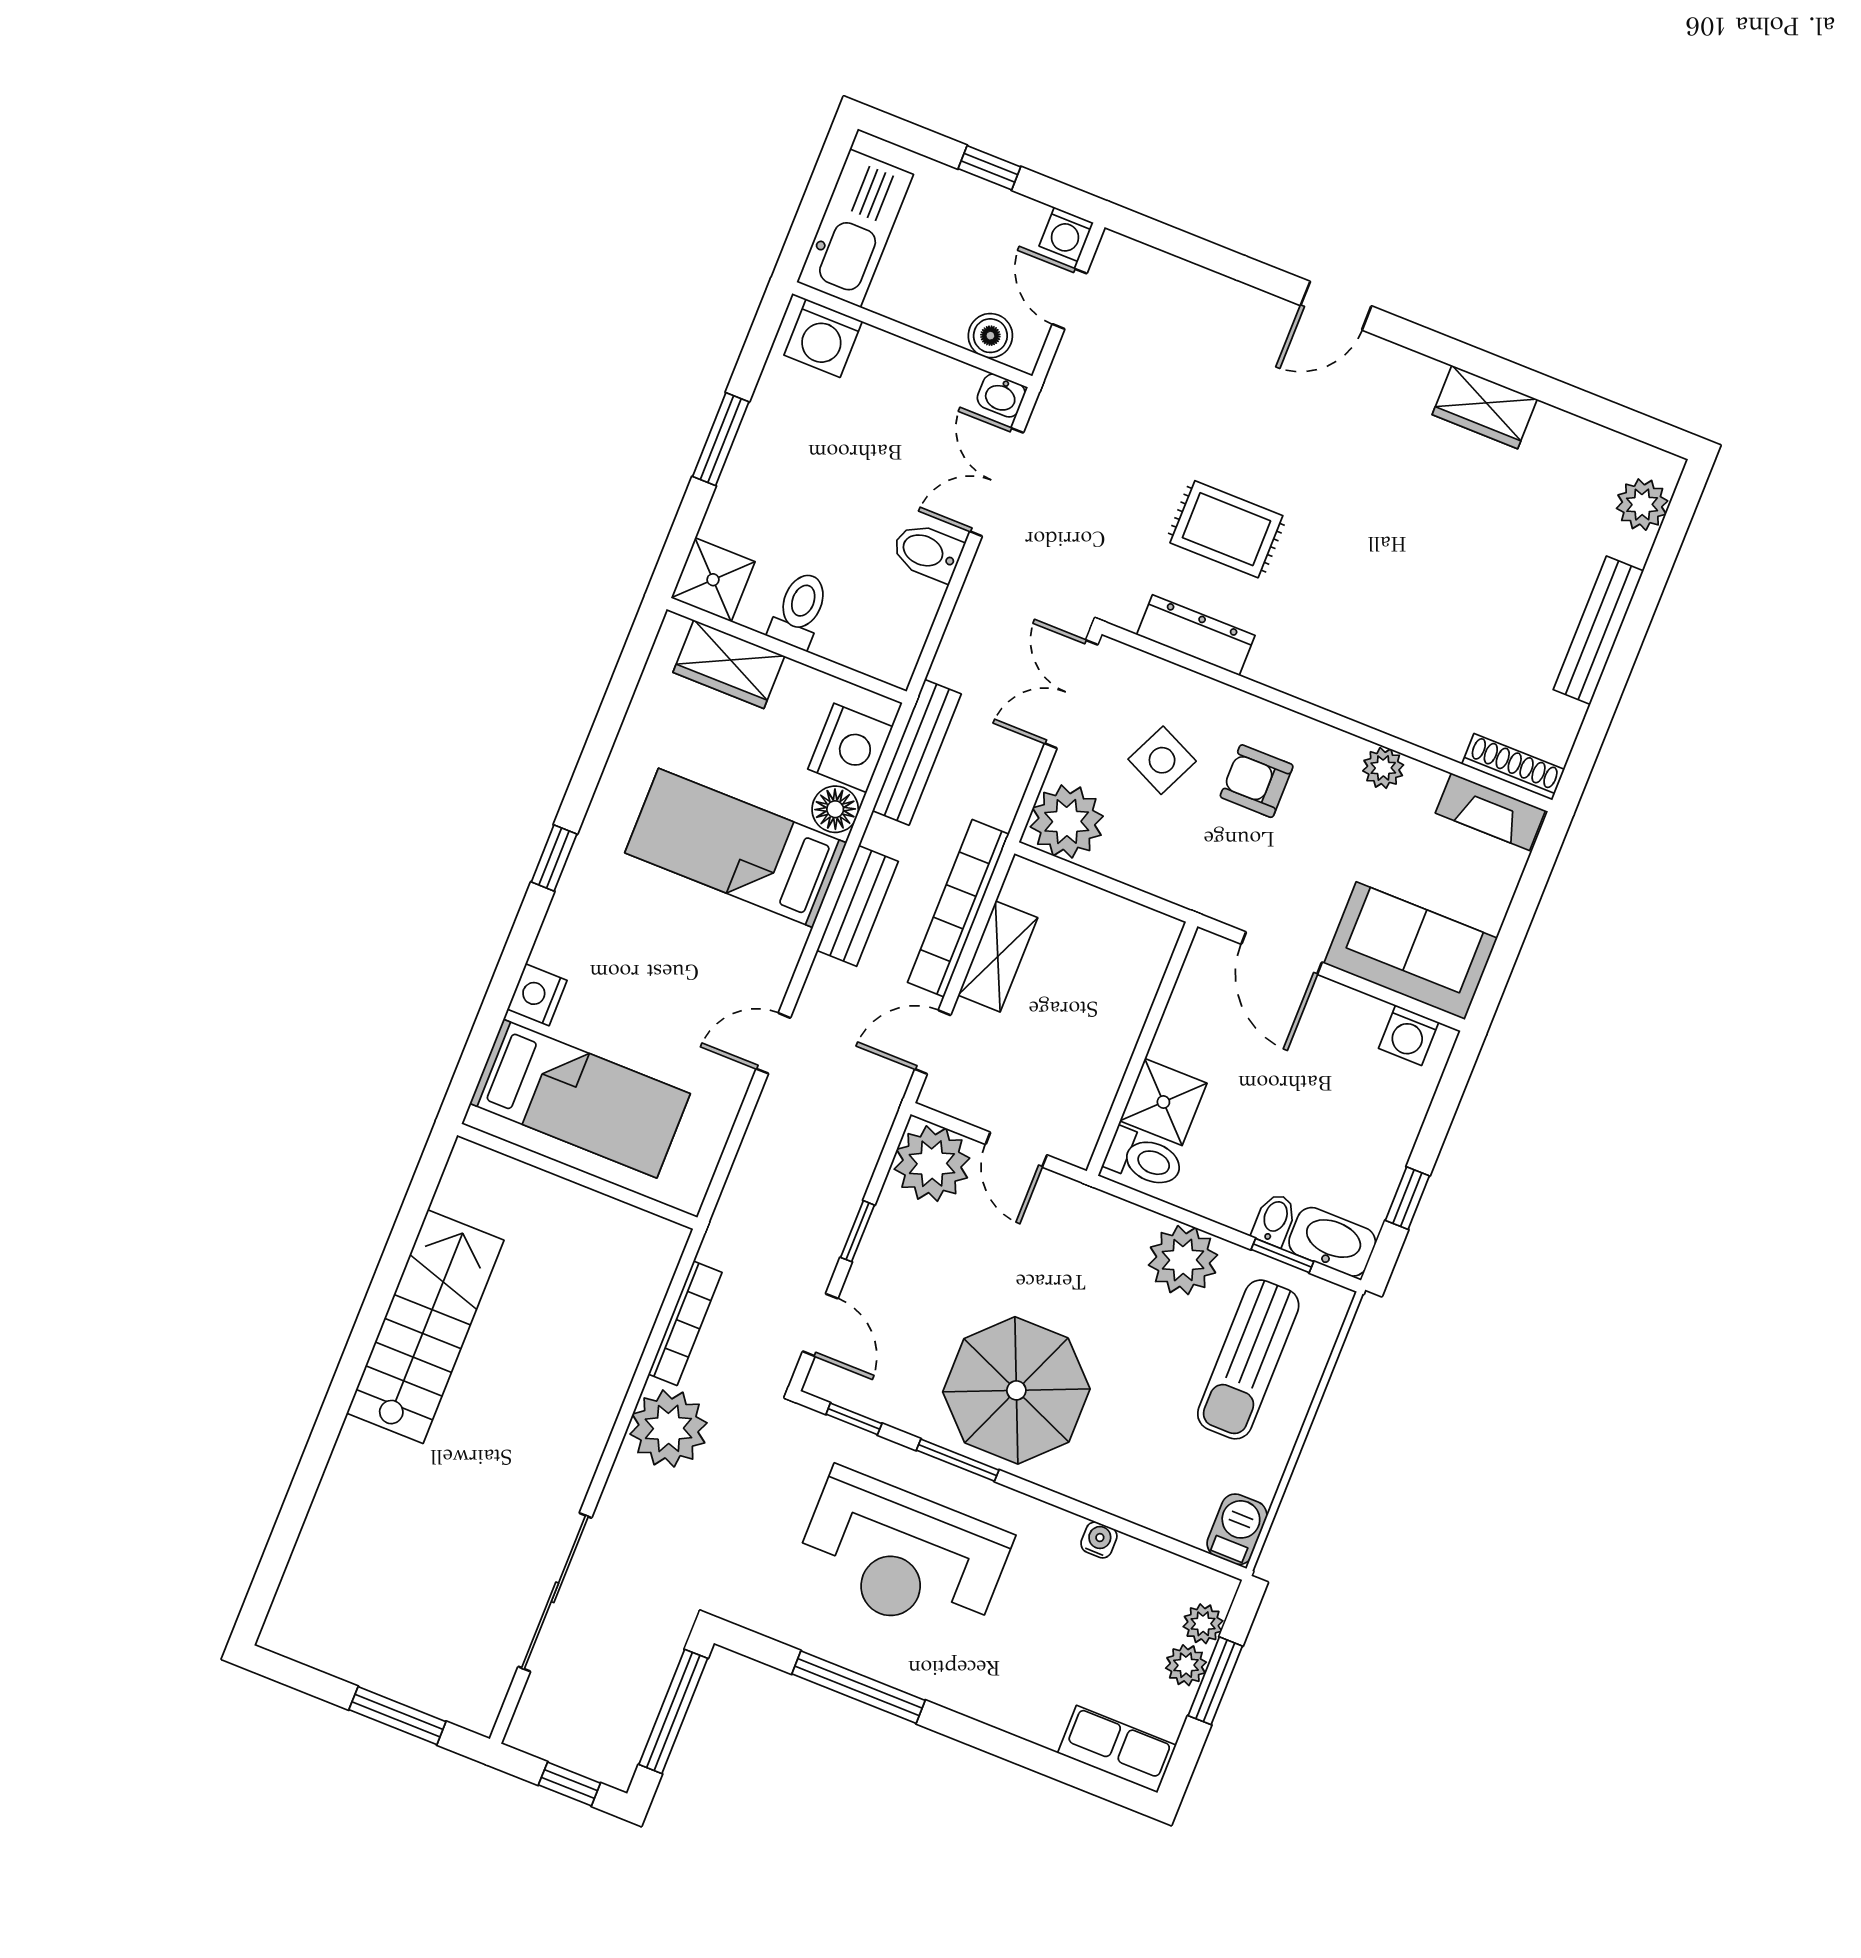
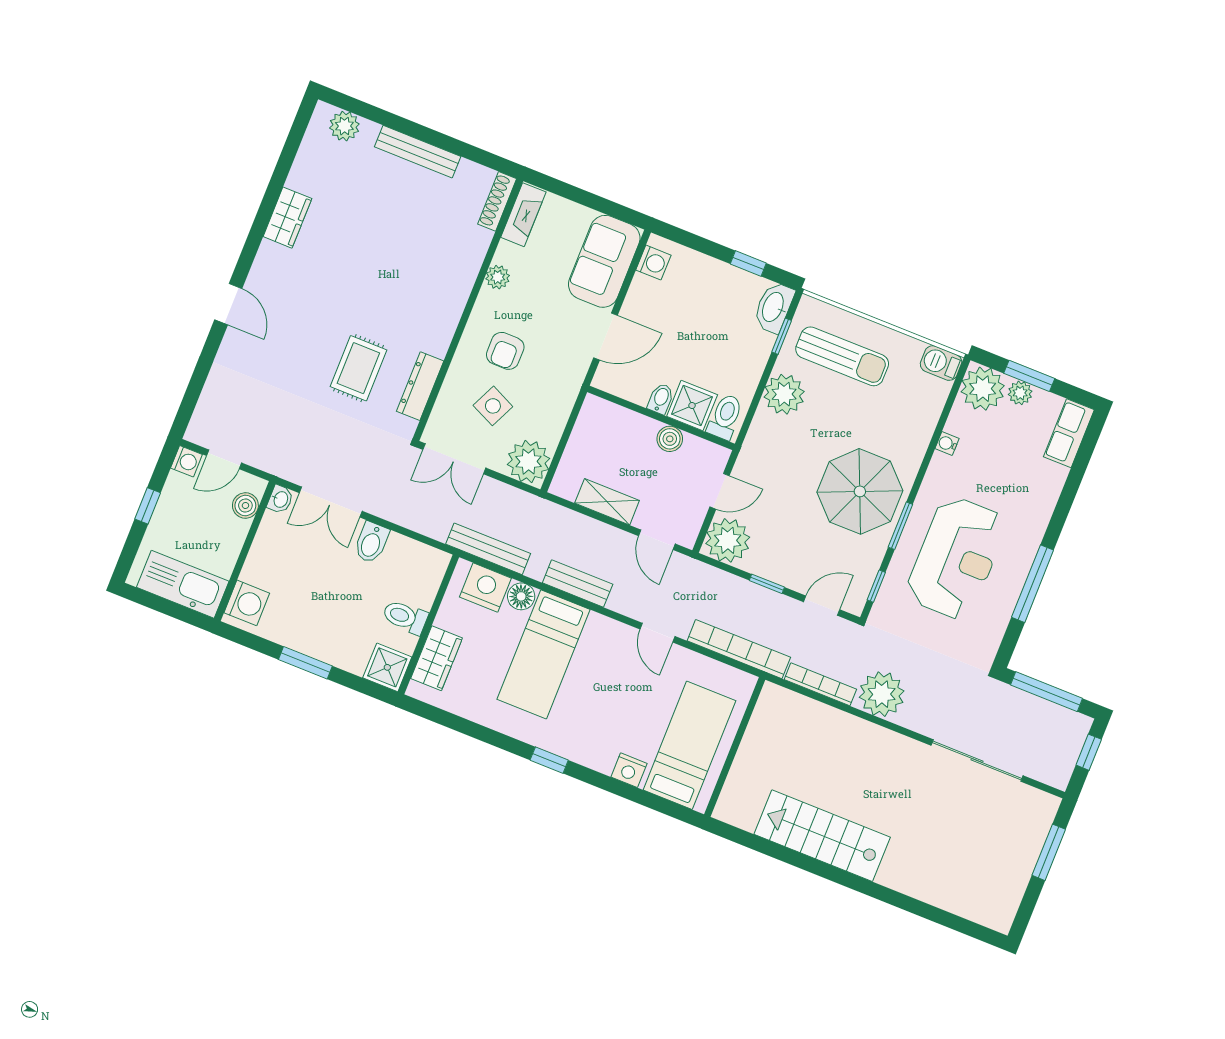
bookcase: (958, 908) -> (739, 649), moved, turned 180
boiler: (1106, 1064) -> (670, 439), added
bidet: (1274, 1220) -> (661, 399), moved, turned 90
plant: (1203, 1624) -> (983, 389), width x1.87, depth x1.87

